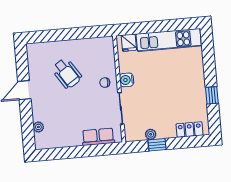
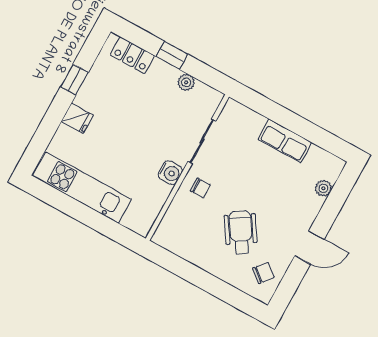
fridge: (129, 43) -> (77, 118), moved, turned 90
chair: (40, 60) -> (263, 273), added
row of seats: (98, 137) -> (285, 141), moved
window: (157, 145) -> (172, 55), moved

